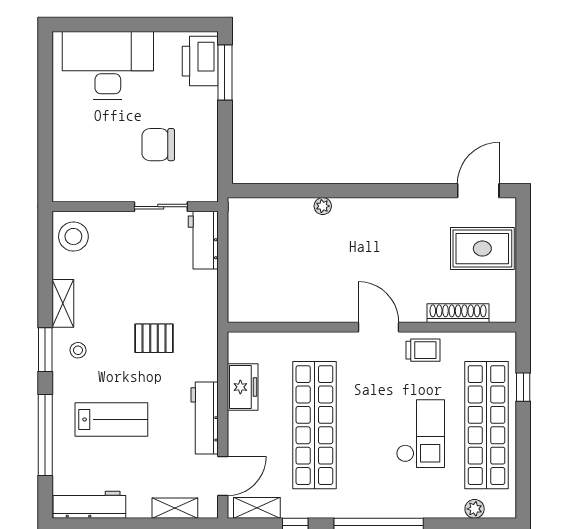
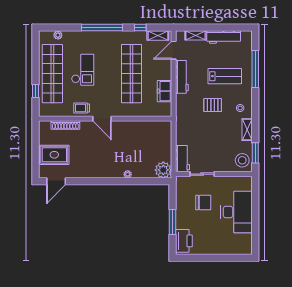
desk: (108, 65) -> (236, 212), moved, turned -90
window: (225, 73) -> (173, 222), moved
plant: (245, 215) -> (163, 170), added
pallet: (154, 338) -> (213, 105), moved
window: (45, 350) -> (255, 153), moved
lab bench: (111, 419) -> (225, 76), turned 180
checkout: (421, 434) -> (83, 70), turned 180
workbench: (89, 505) -> (224, 37), moved

